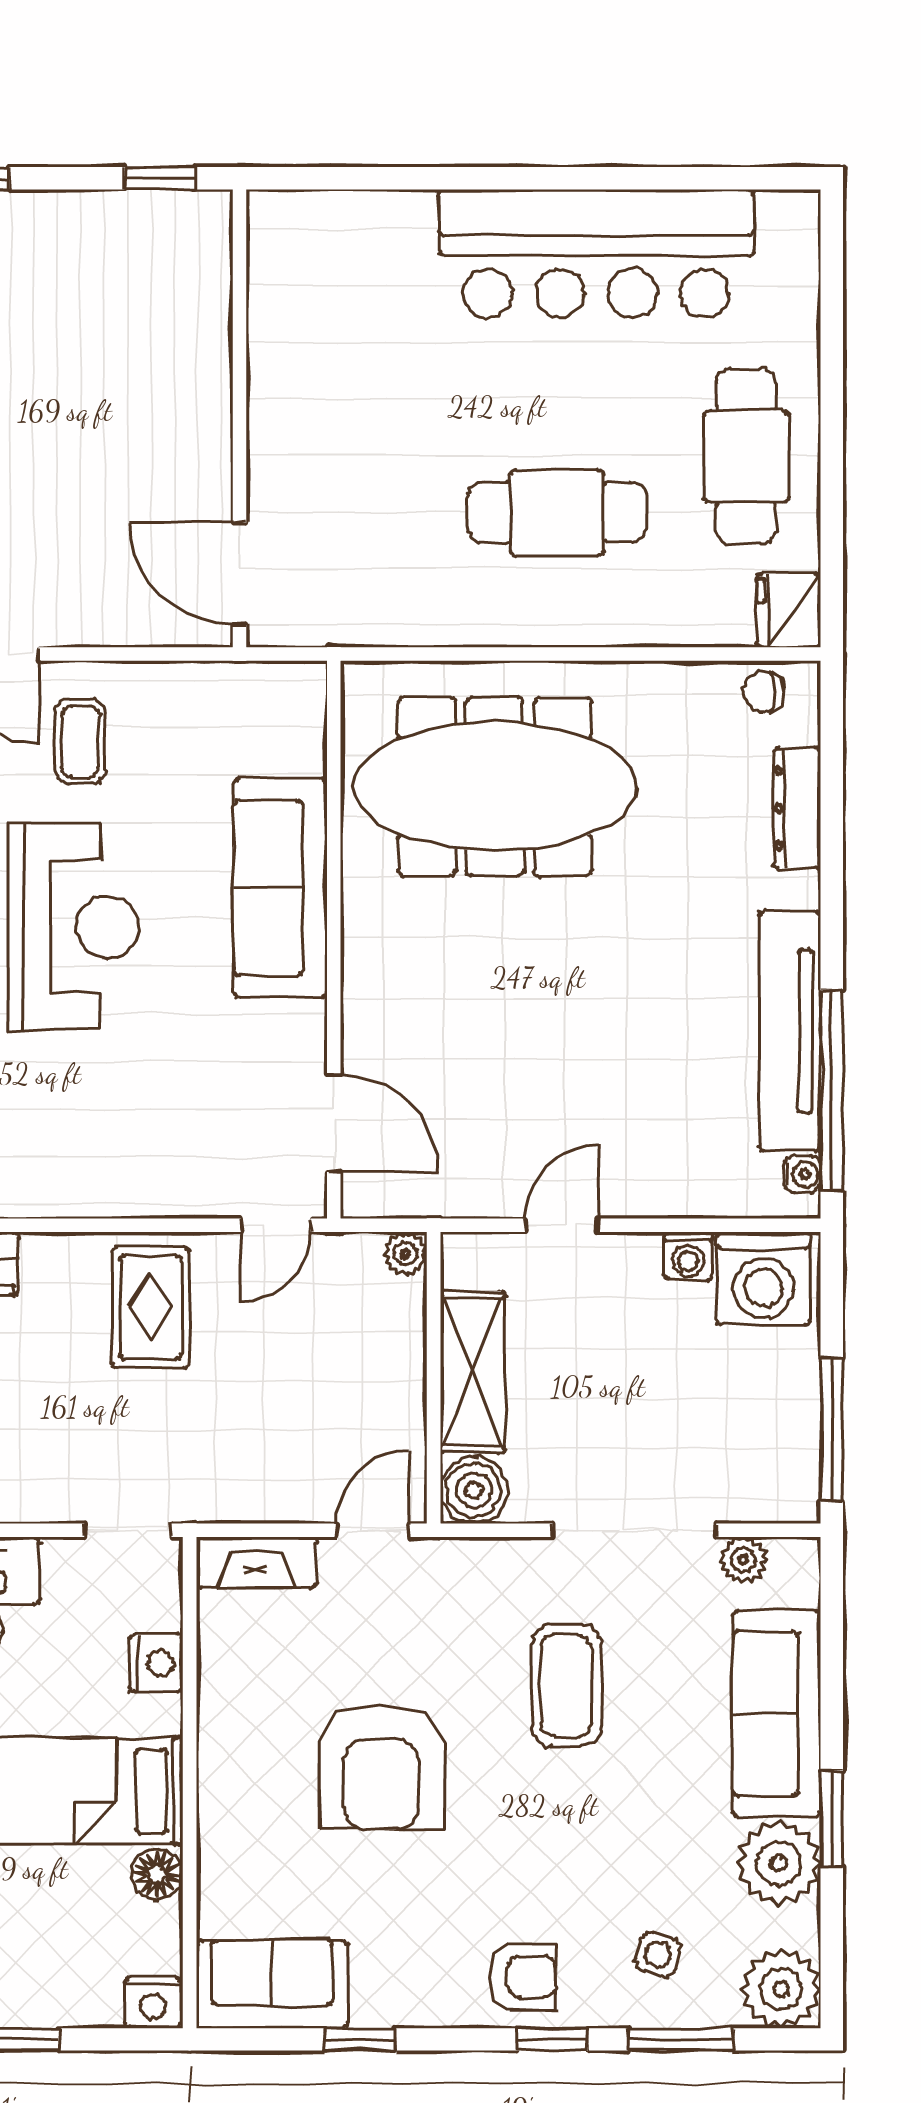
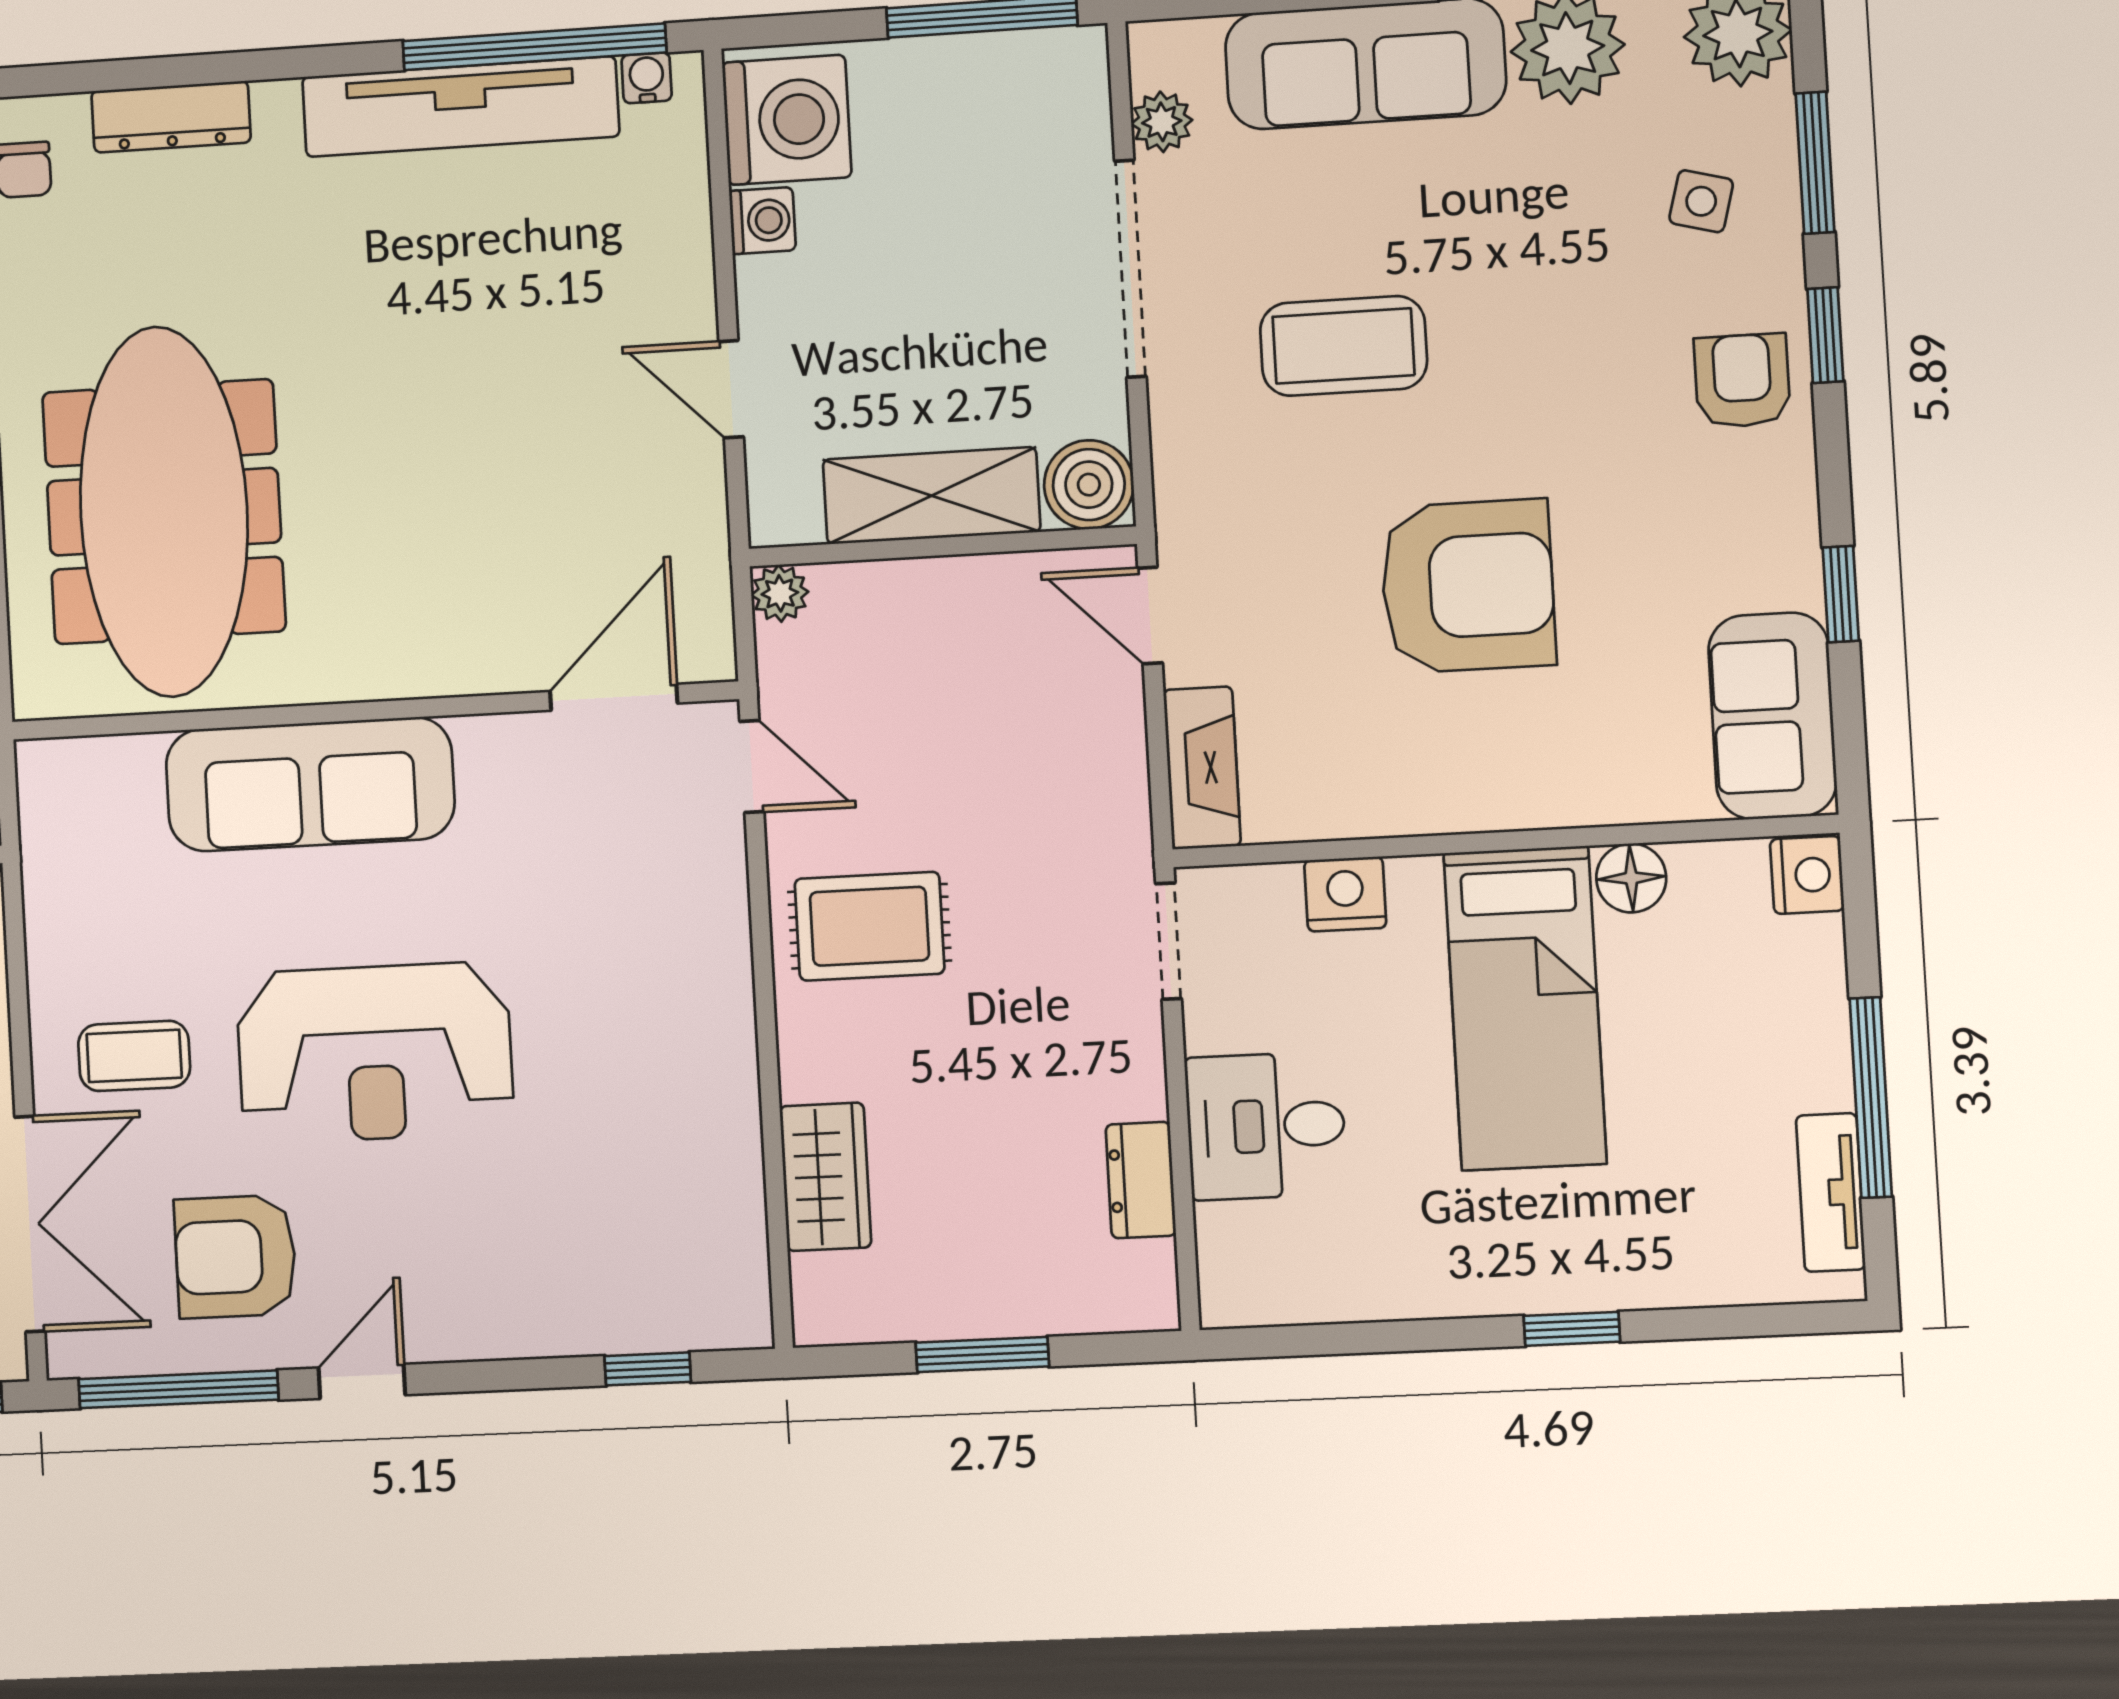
reception desk: (74, 927) -> (375, 1053), turned 180

